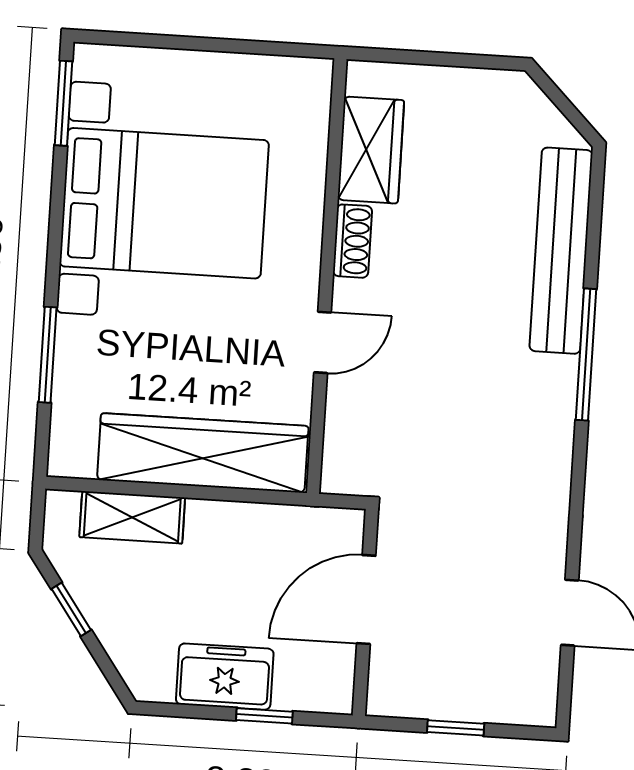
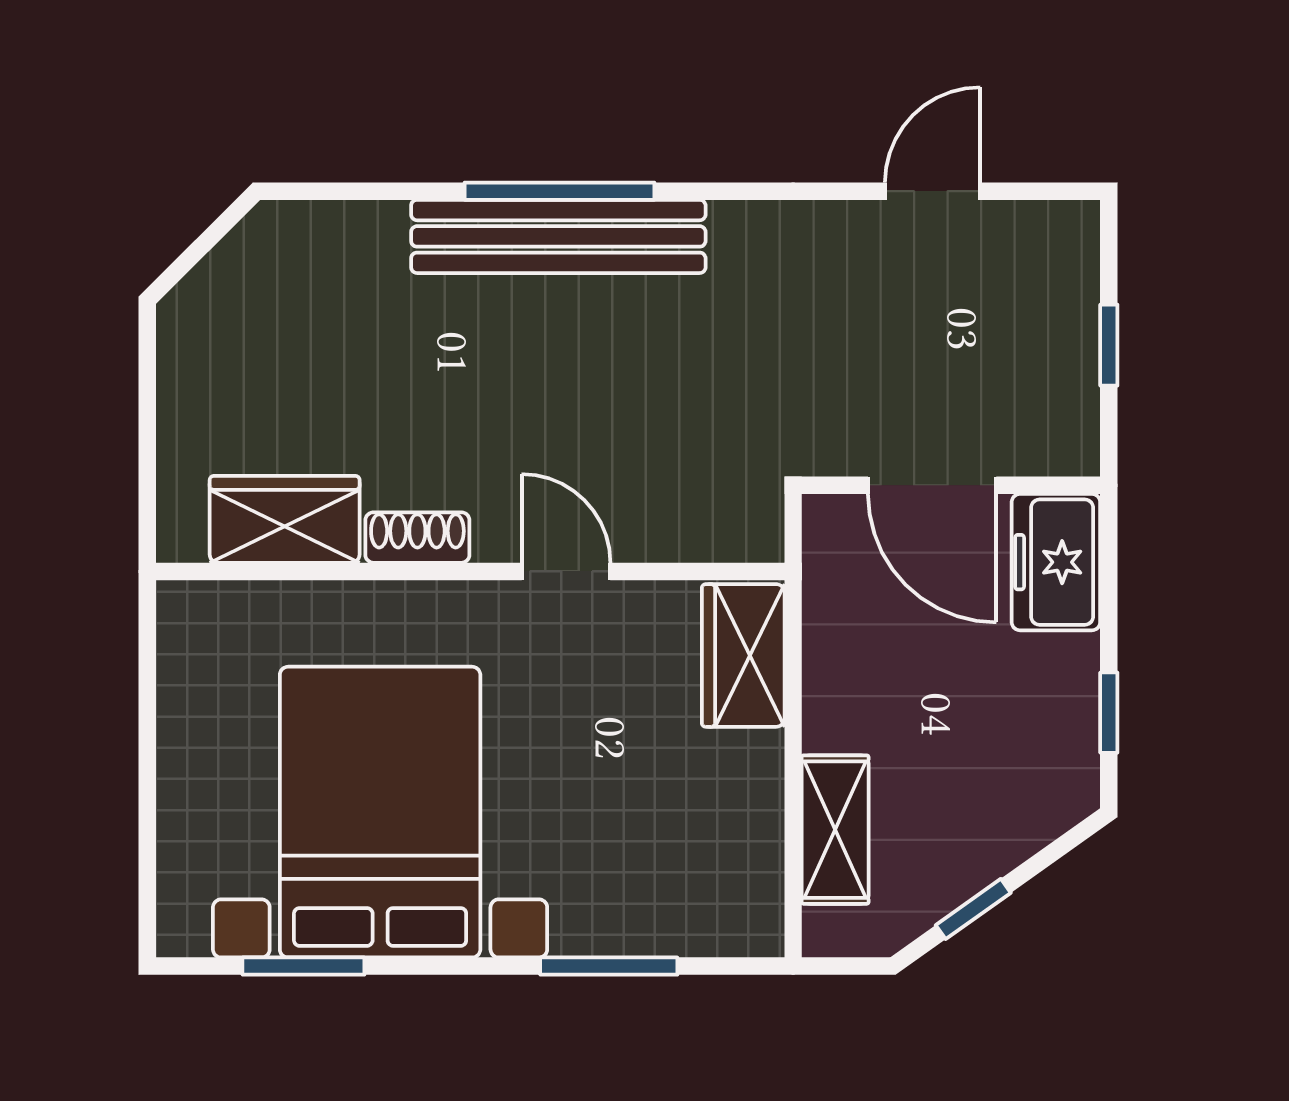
window: (63, 103) -> (303, 966), moved
bench: (561, 251) -> (558, 236), moved
wardrobe: (203, 453) -> (743, 655), width x0.48, depth x0.85
freezer: (225, 677) -> (1056, 562), moved
window: (264, 716) -> (1109, 713), moved

